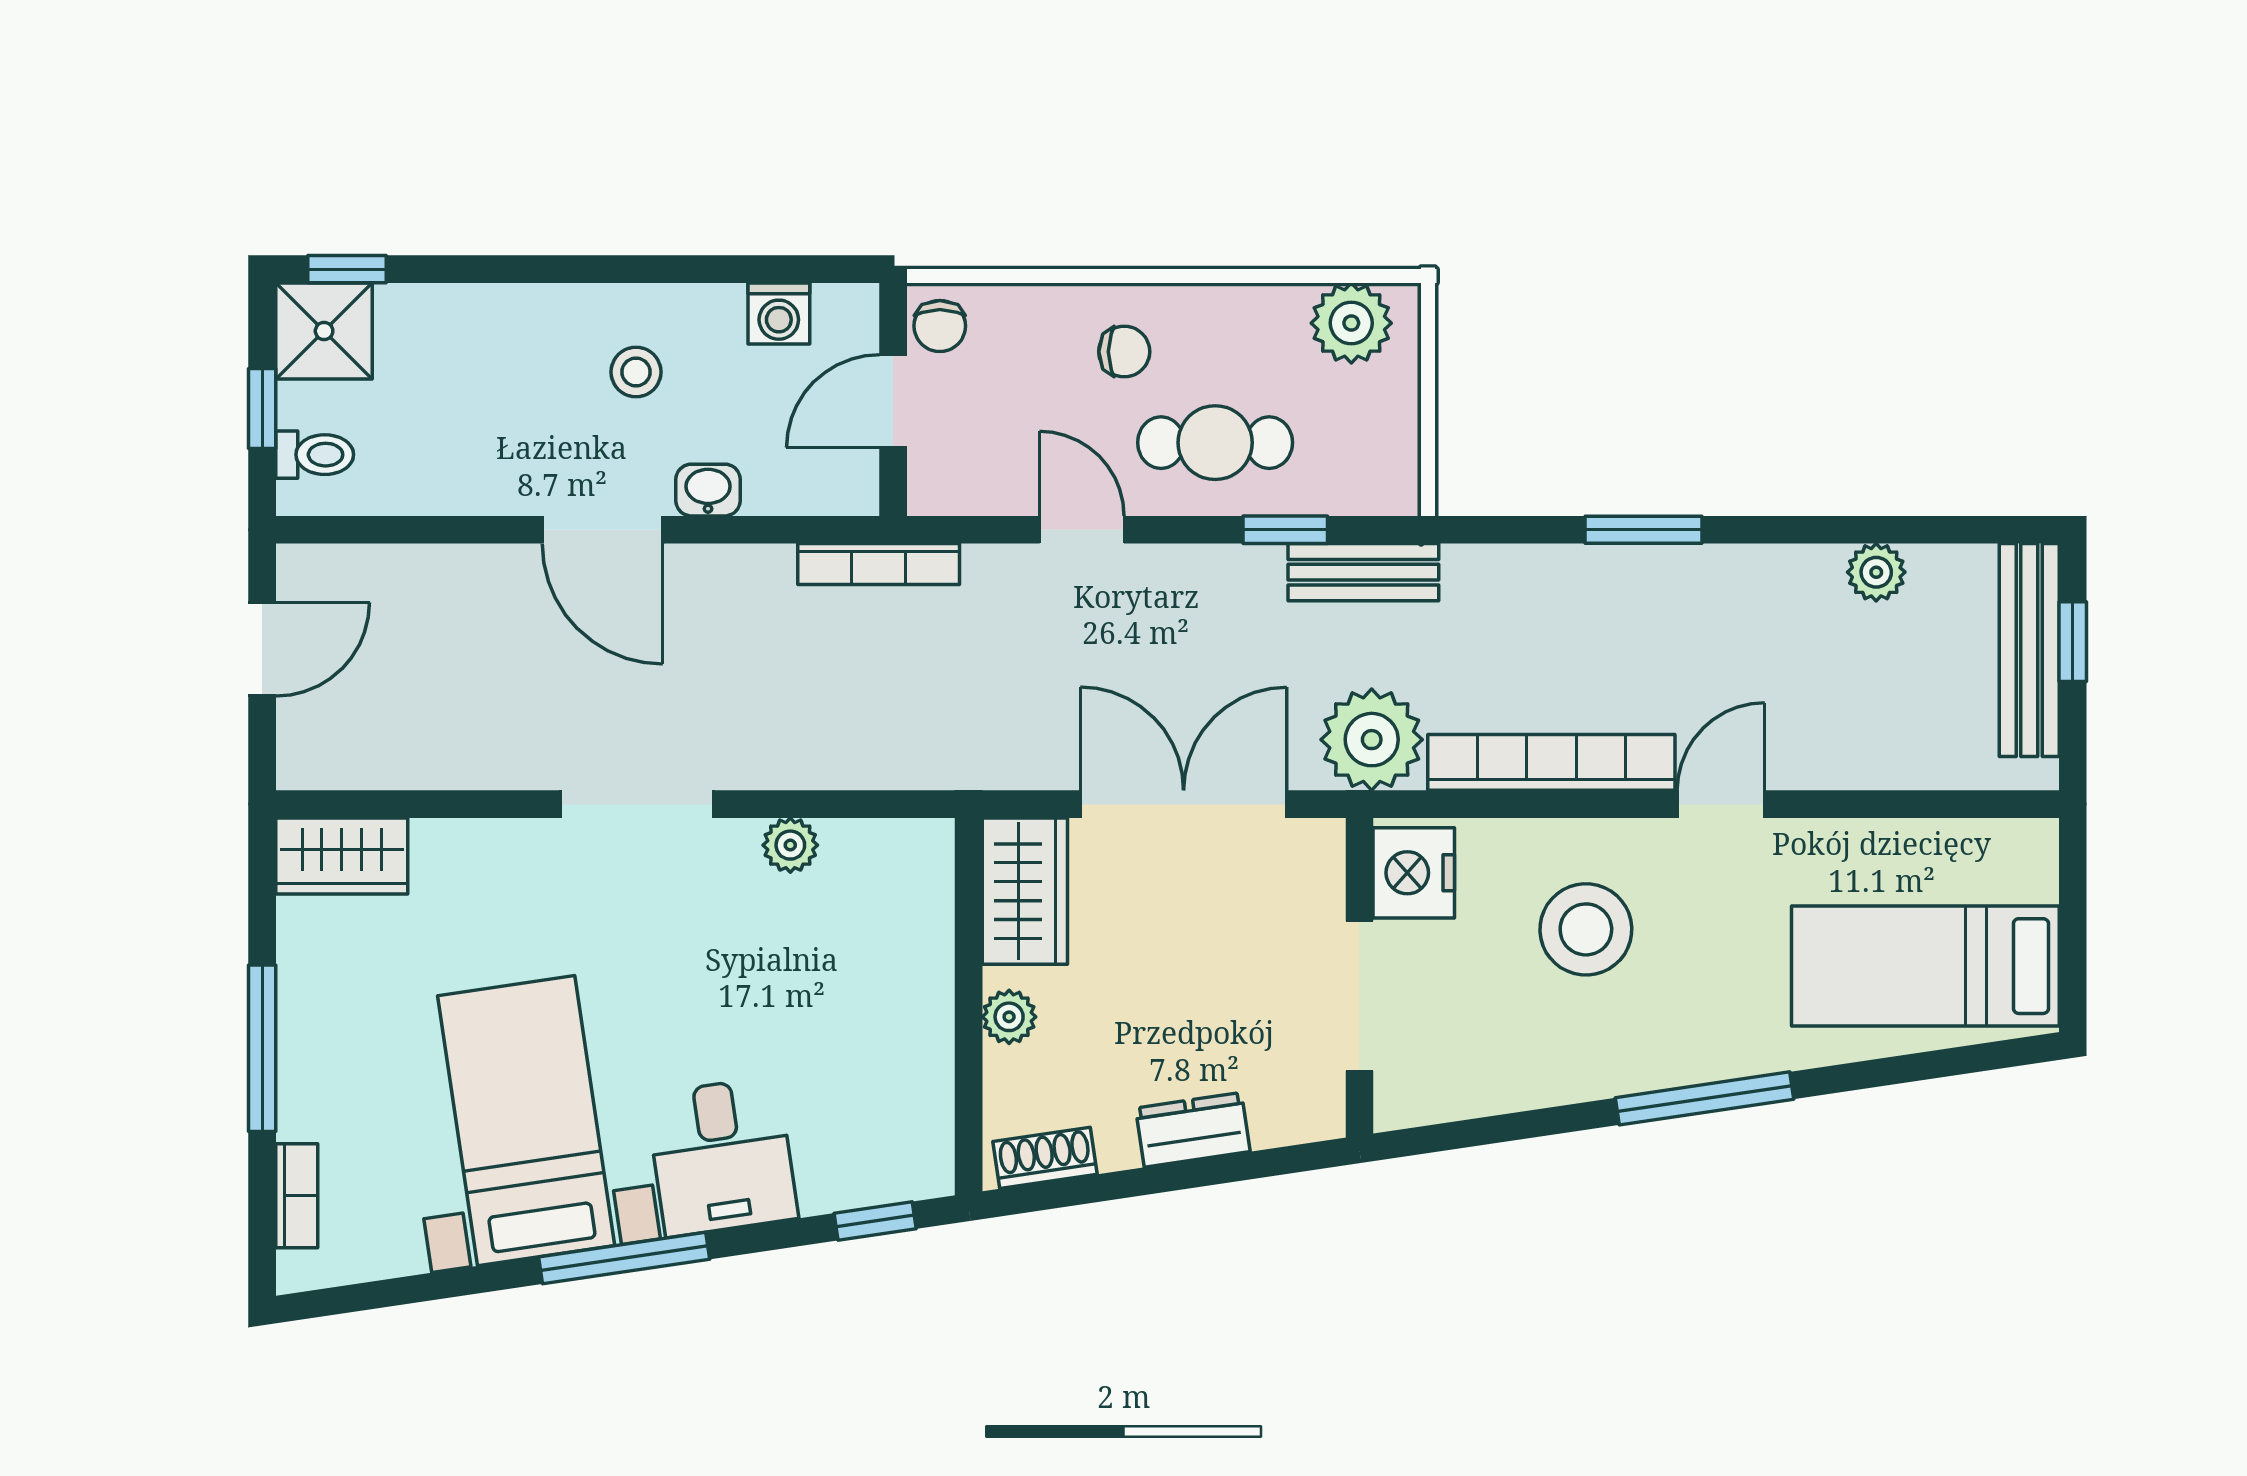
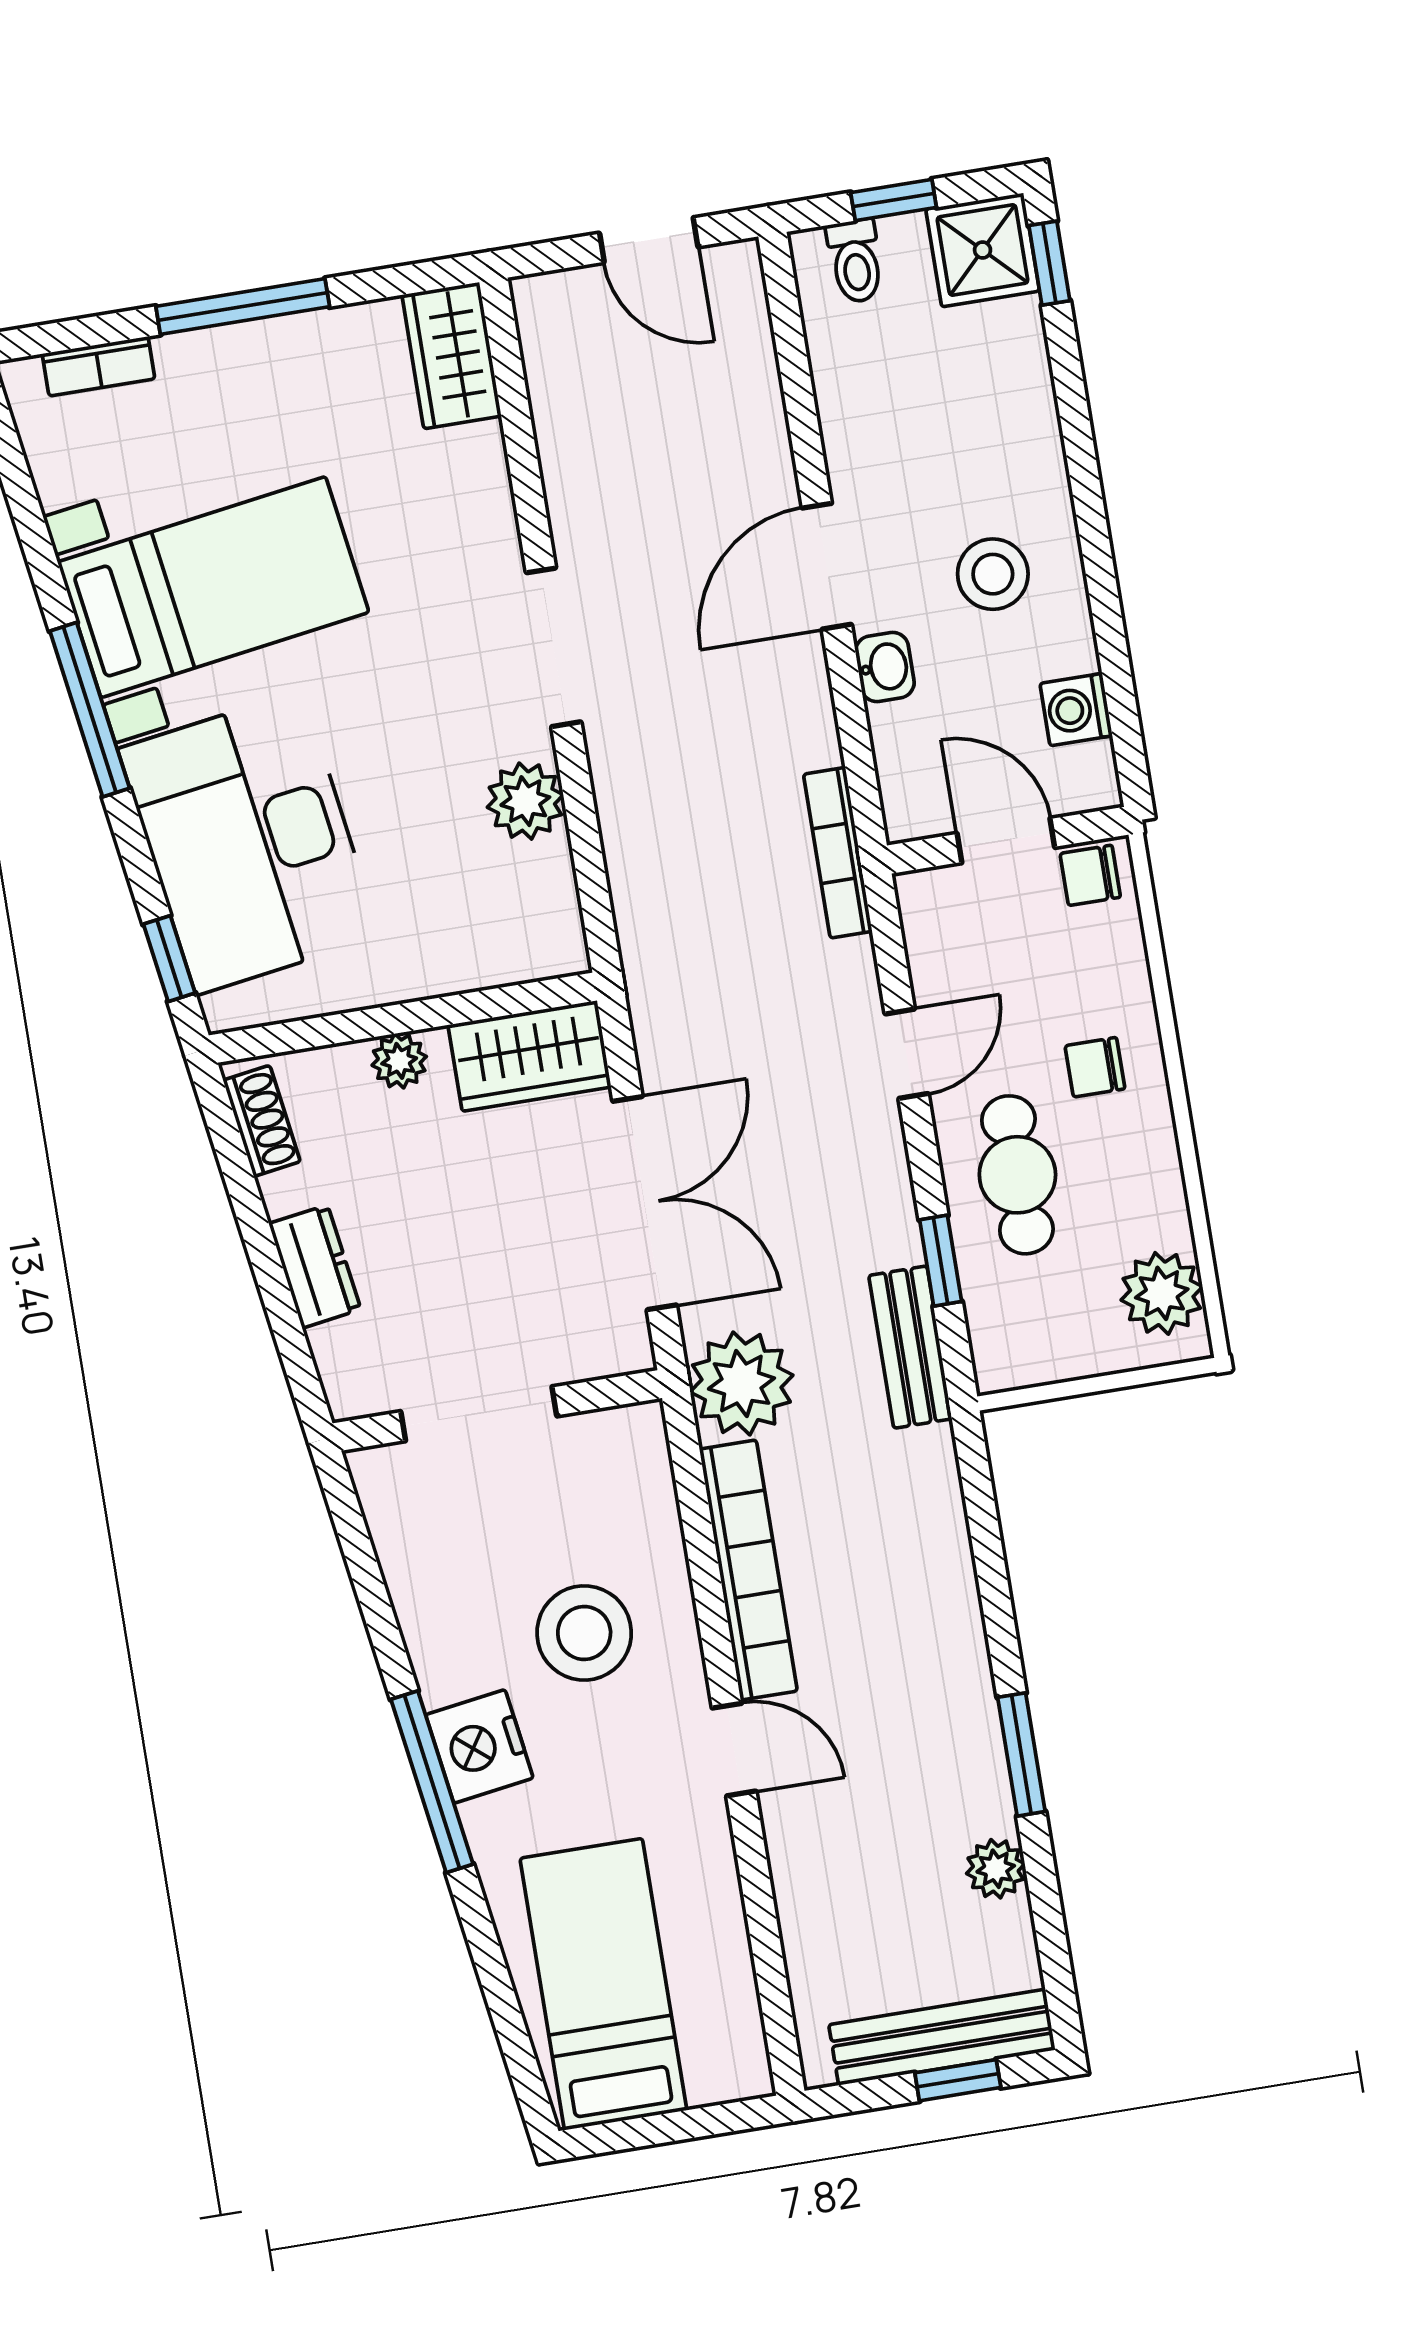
chair: (1124, 352) -> (1095, 1067), turned 90
stool: (636, 372) -> (993, 574), width x1.37, depth x1.37
window: (1643, 530) -> (1021, 1754), moved
plant: (790, 845) -> (525, 801), width x1.38, depth x1.38
nightstand: (1414, 873) -> (479, 1746), moved, turned -98
desk: (722, 1156) -> (249, 843), width x1.87, depth x1.30

